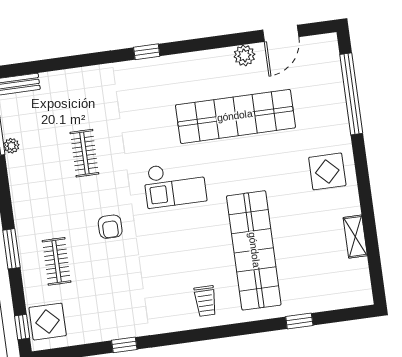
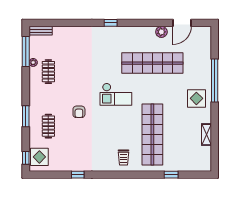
window: (351, 94) -> (215, 80), moved
clothes rail: (84, 153) -> (48, 72), moved

